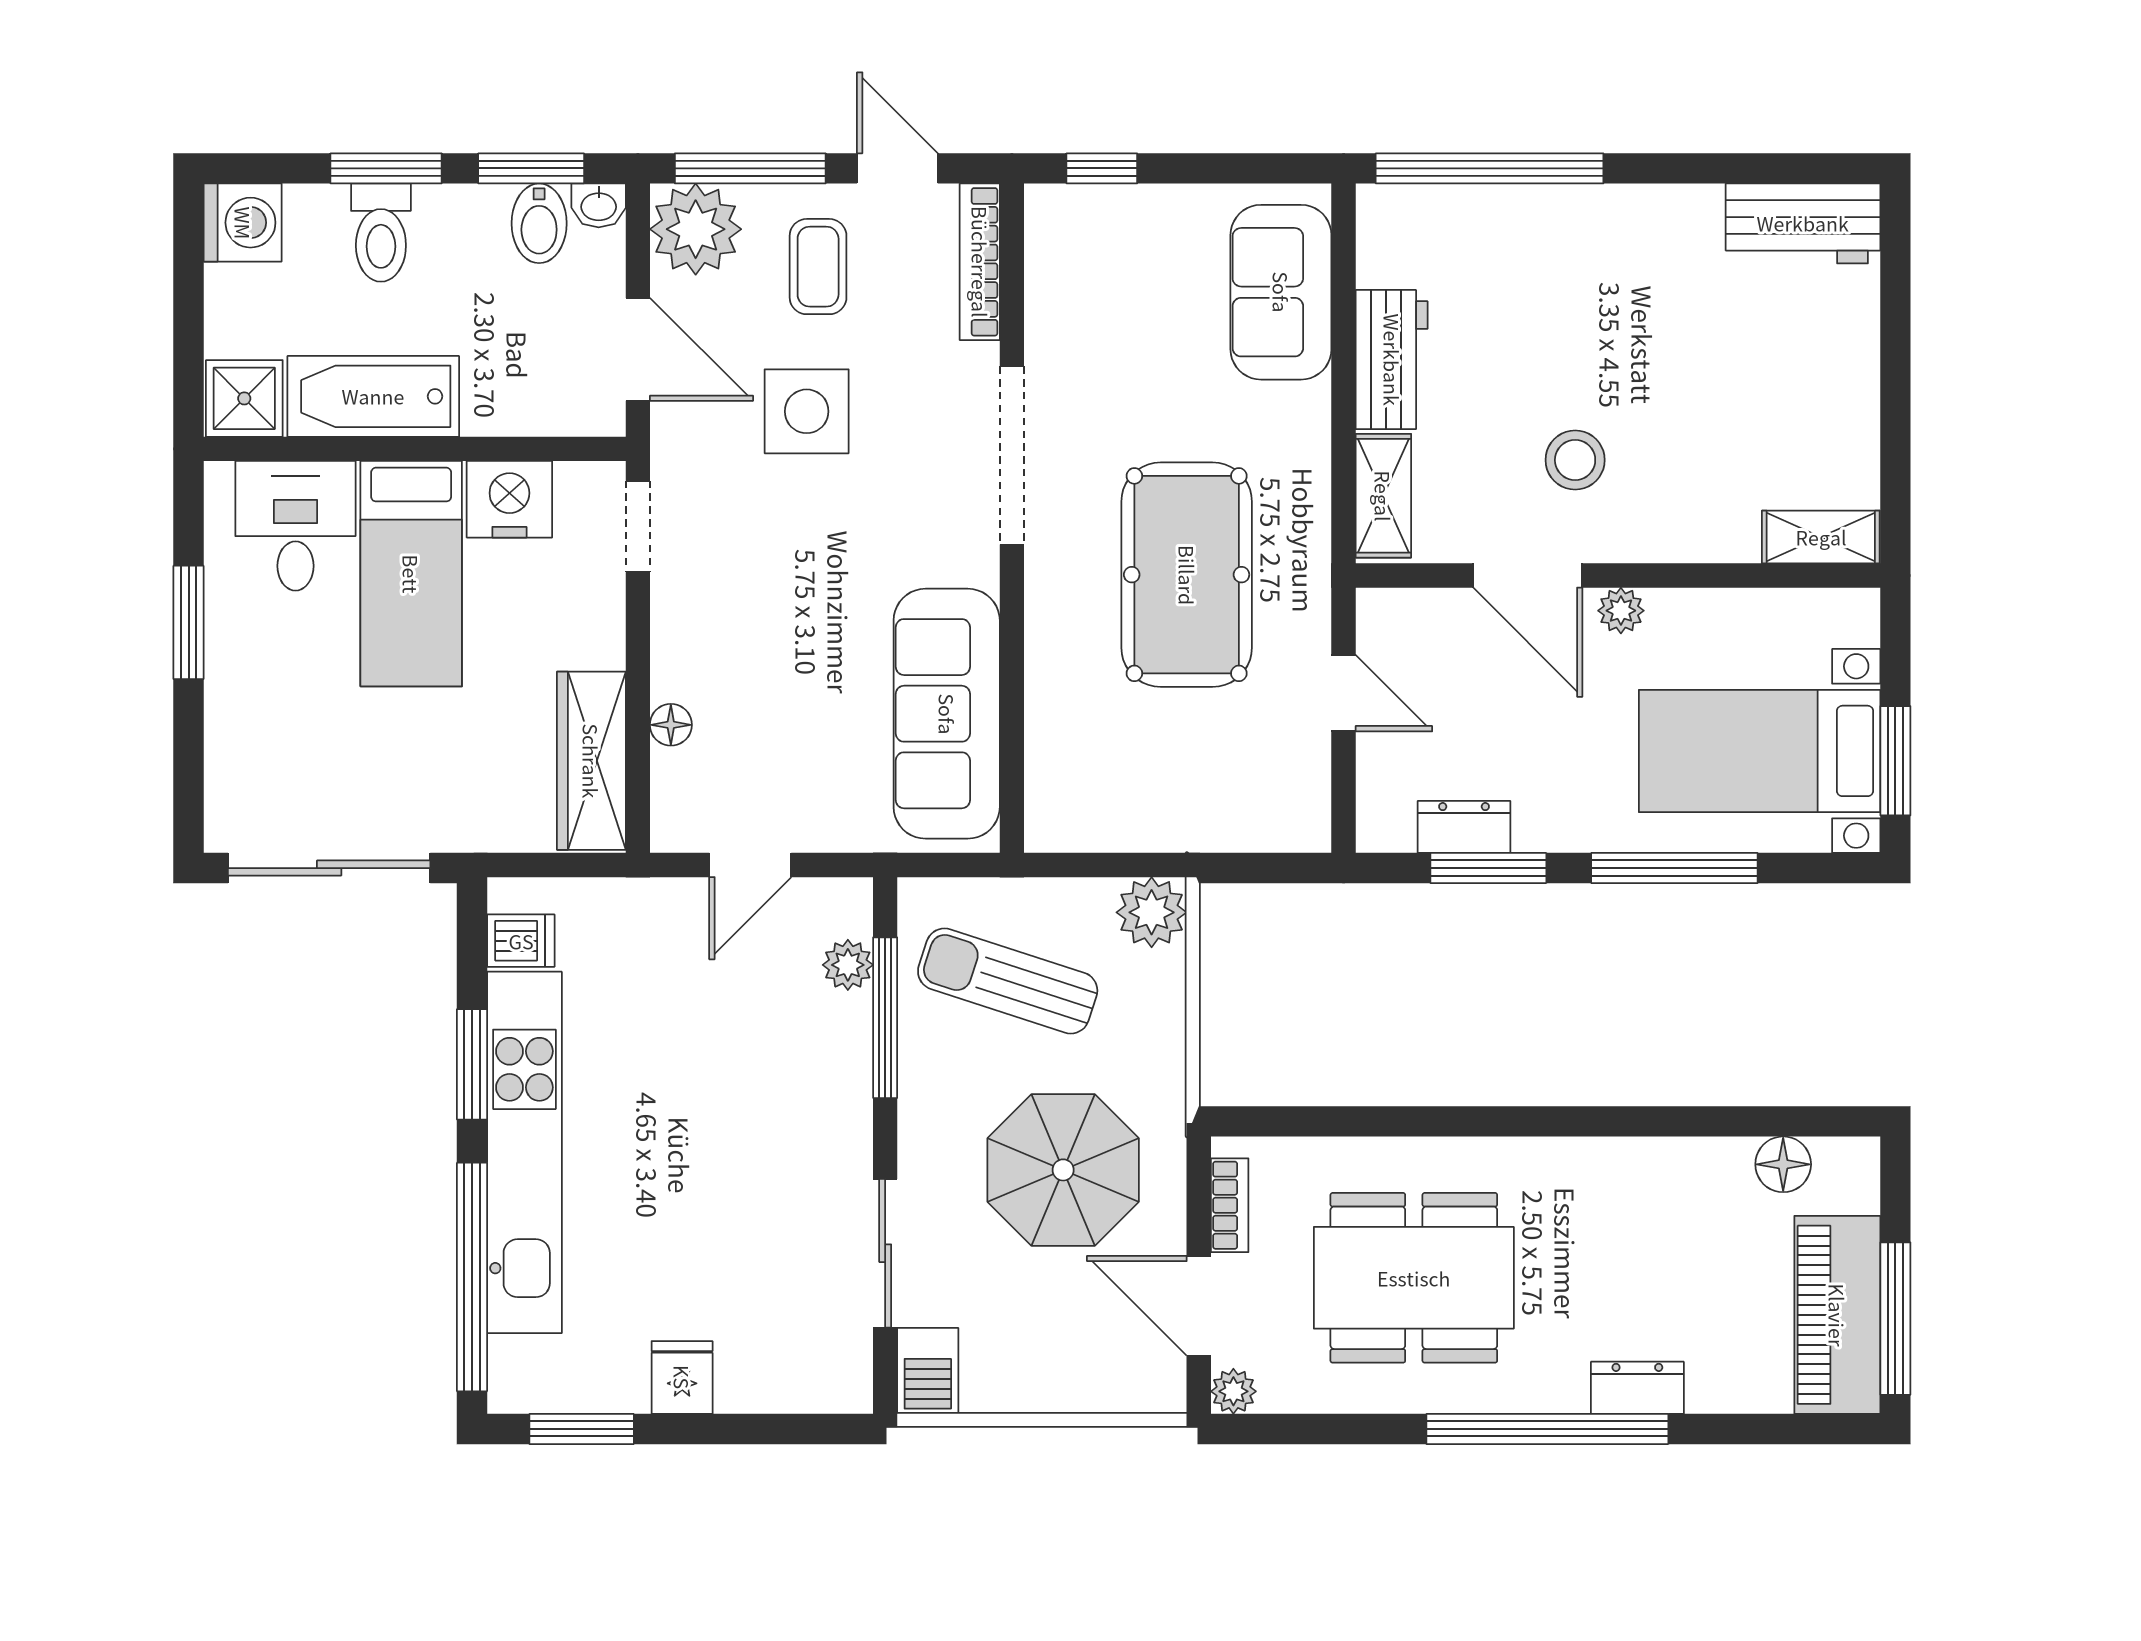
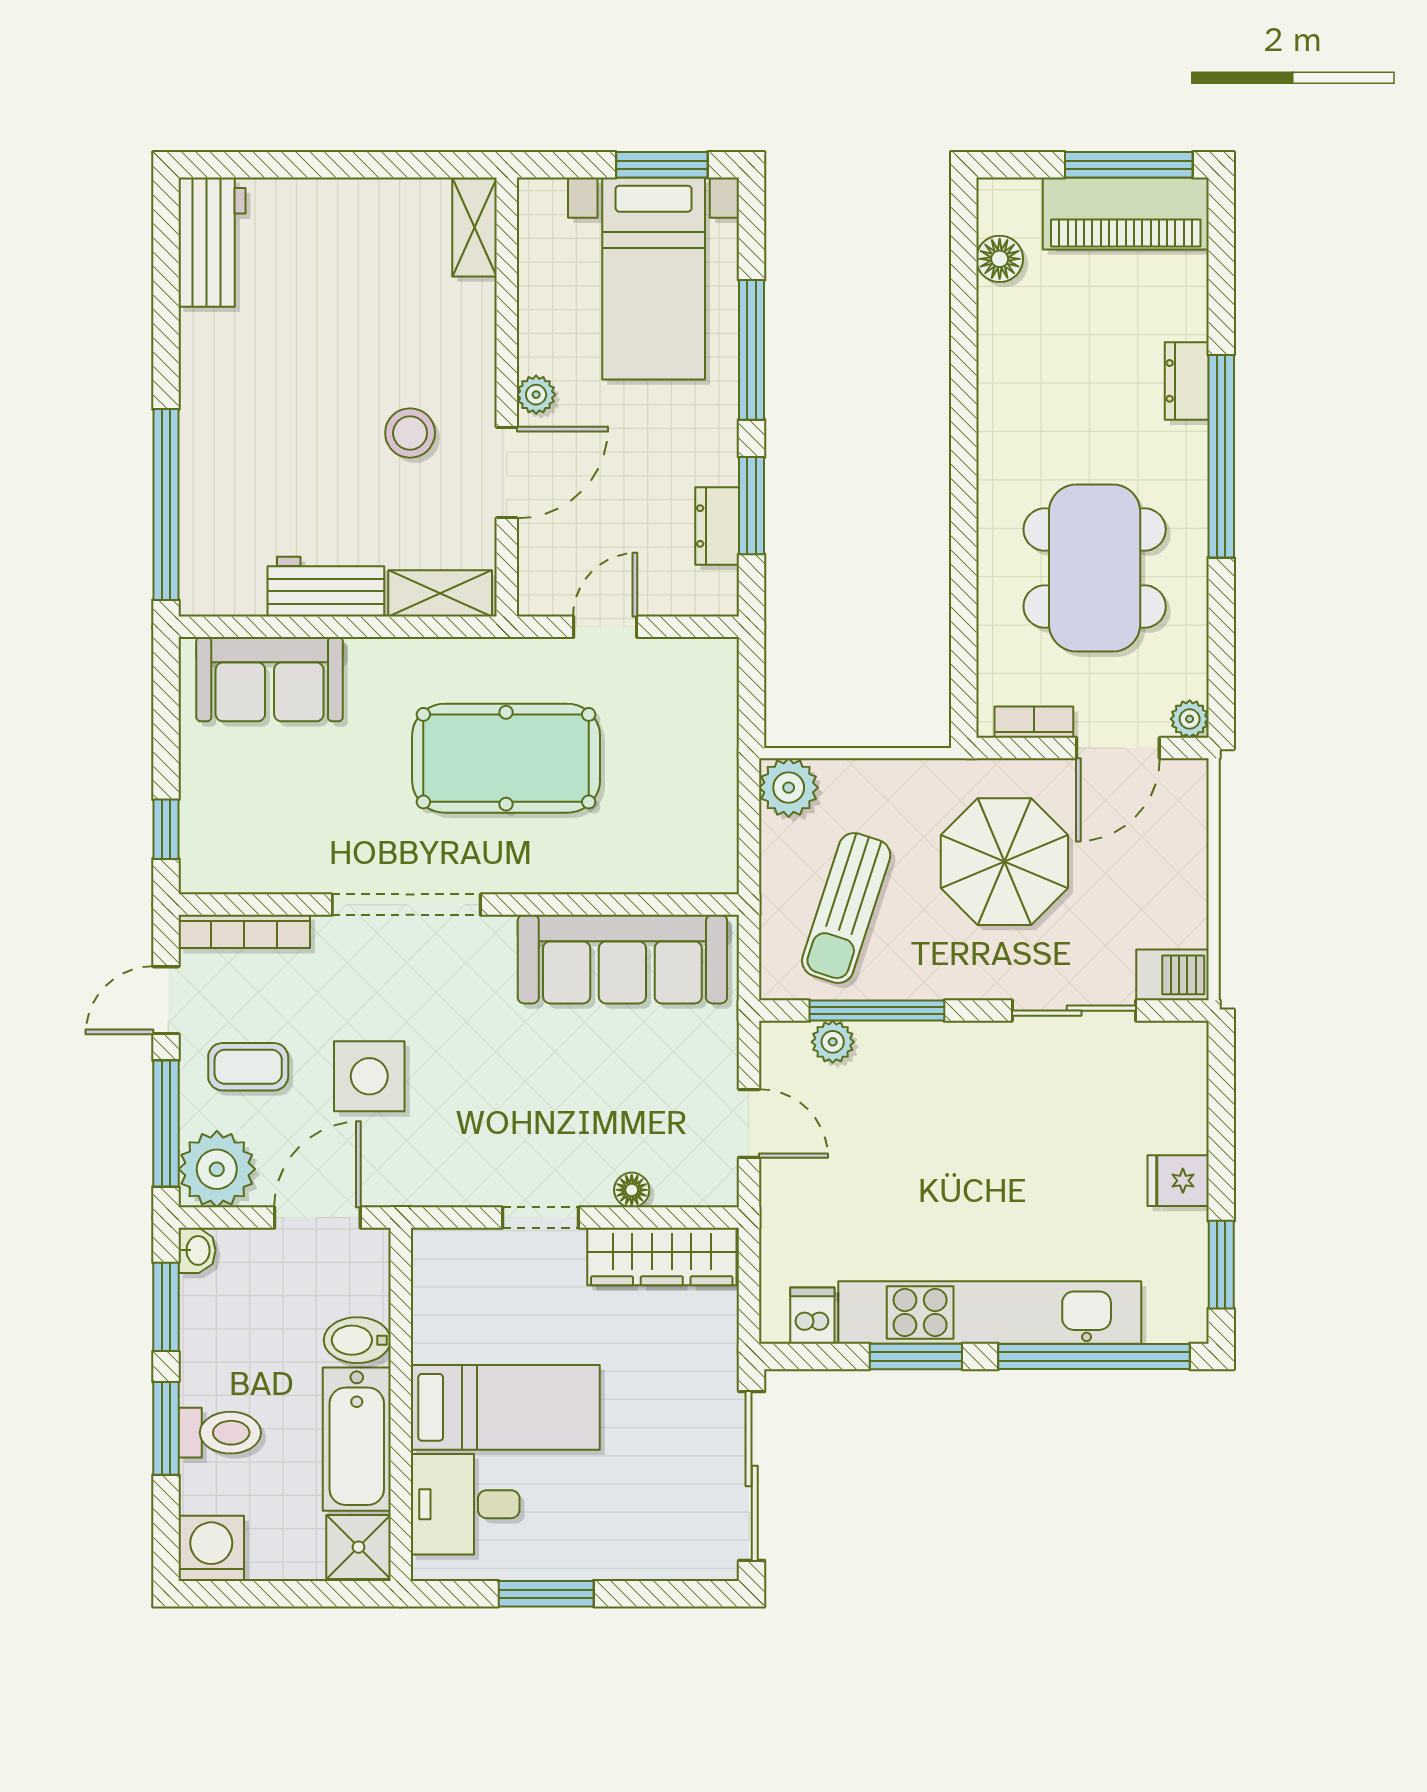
bidet: (539, 223) -> (357, 1340), moved, turned 180
nightstand: (509, 499) -> (443, 1325), removed
doorway: (638, 527) -> (541, 1218), moved

